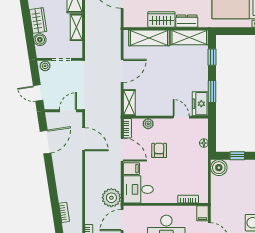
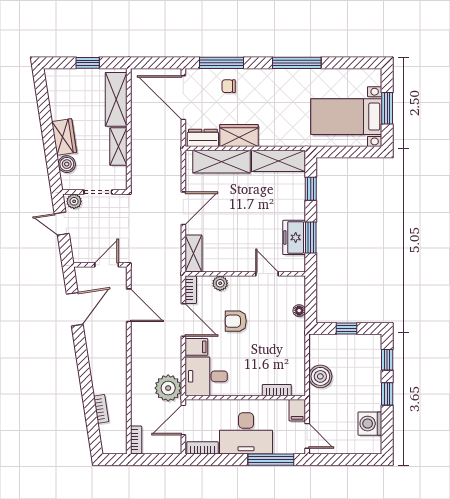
dresser: (187, 21) -> (203, 138), moved
door: (38, 93) -> (62, 224), moved
freezer: (200, 104) -> (294, 237), moved
armchair: (159, 150) -> (236, 321), turned -90
boiler: (219, 168) -> (320, 376), moved

